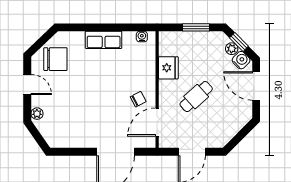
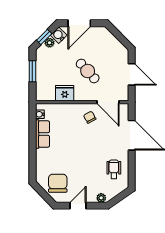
row of seats: (104, 40) -> (42, 134), moved
wheelchair: (73, 129) -> (114, 169), added

